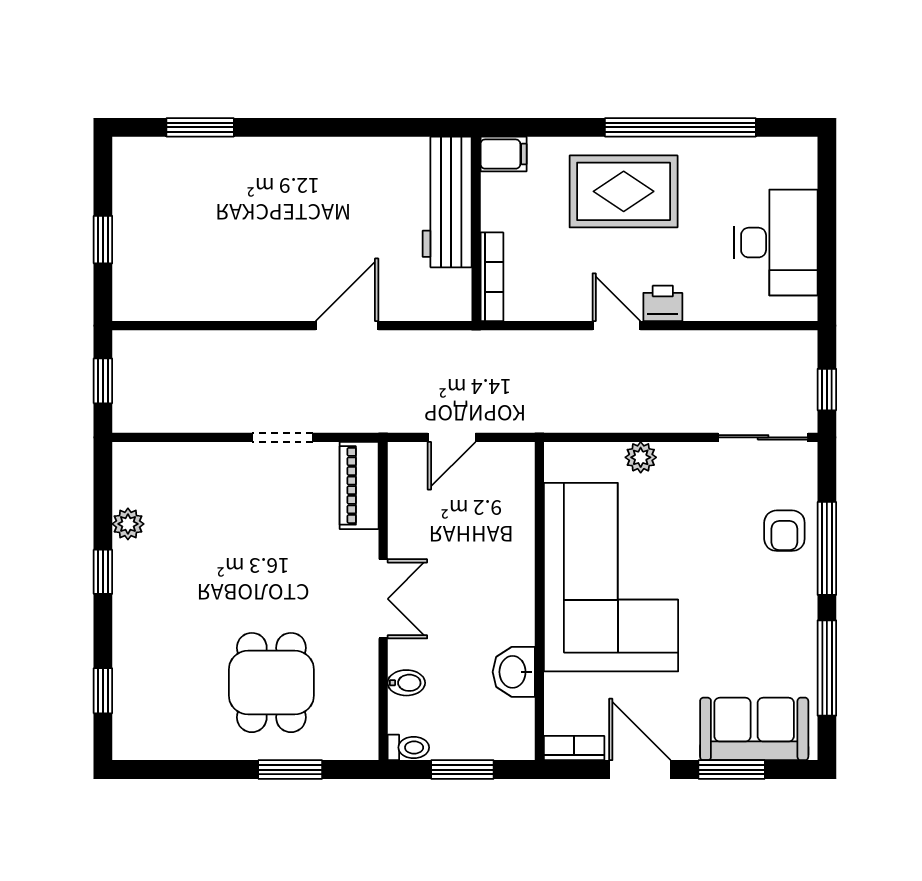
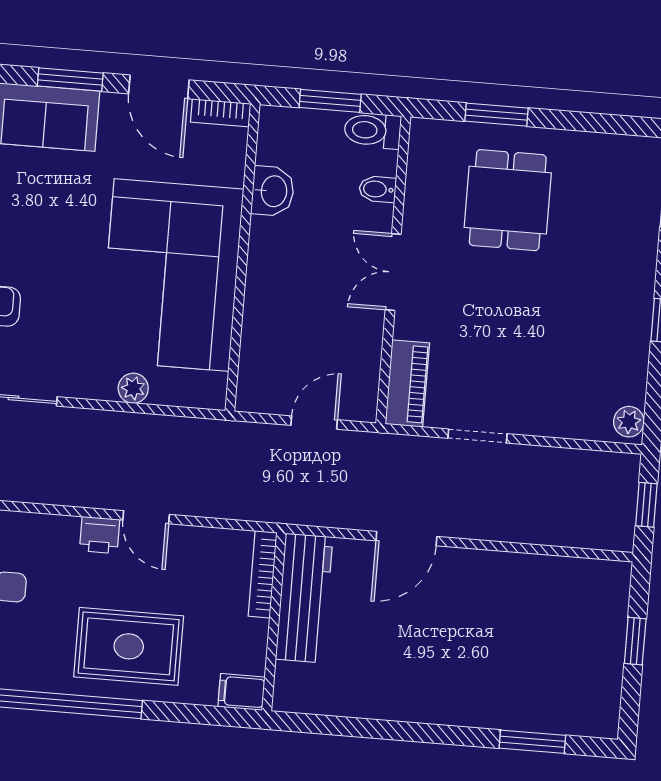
workbench: (447, 202) -> (304, 598), moved
plant: (128, 524) -> (629, 422), moved
toilet: (408, 747) -> (373, 130), width x1.37, depth x1.39

